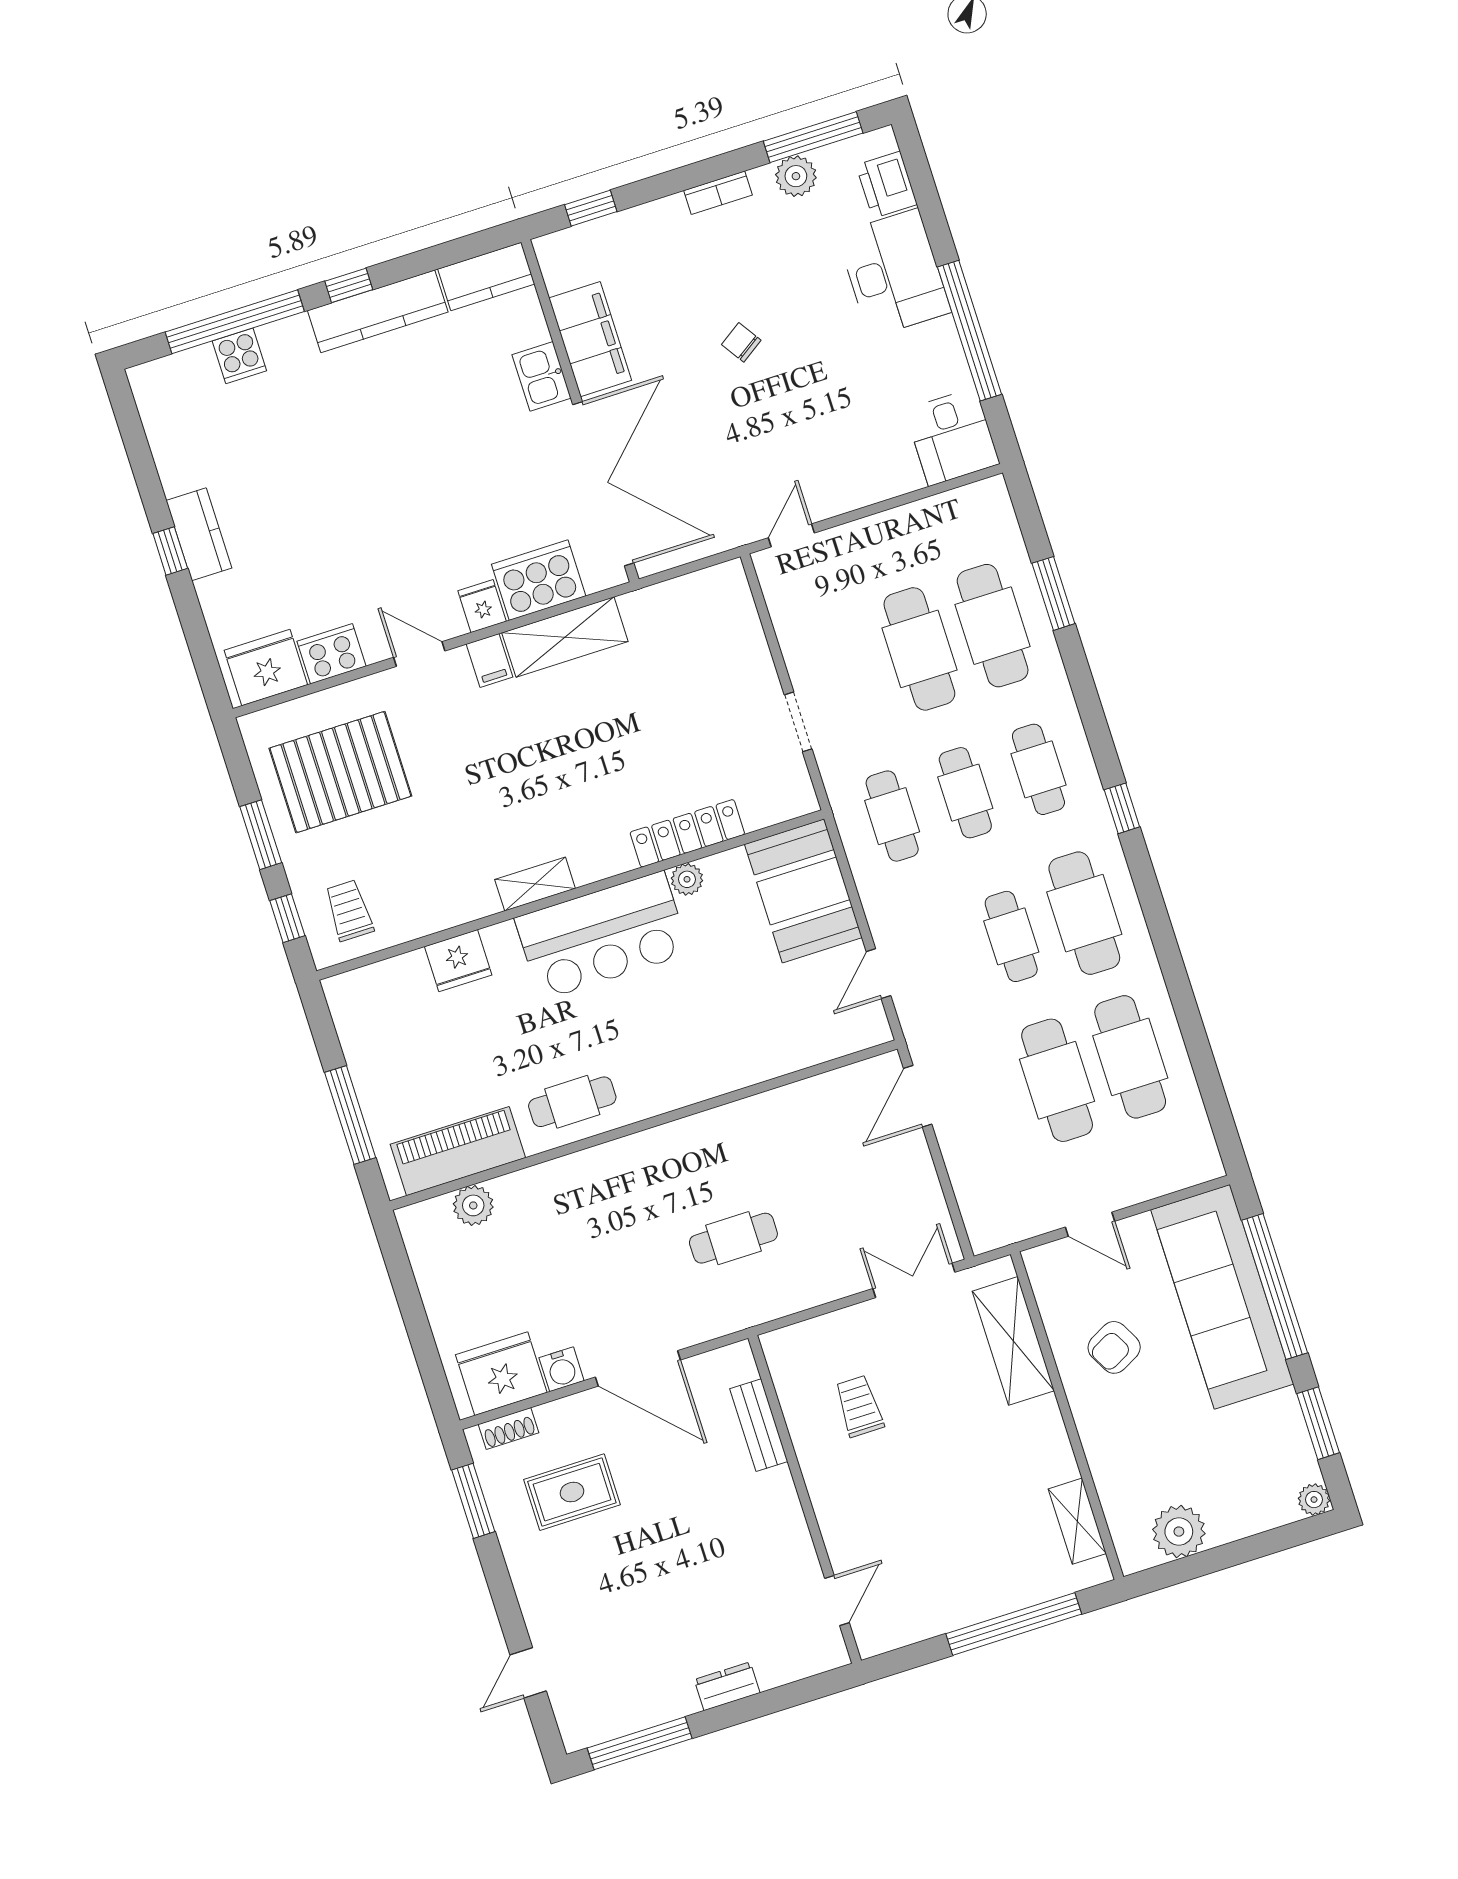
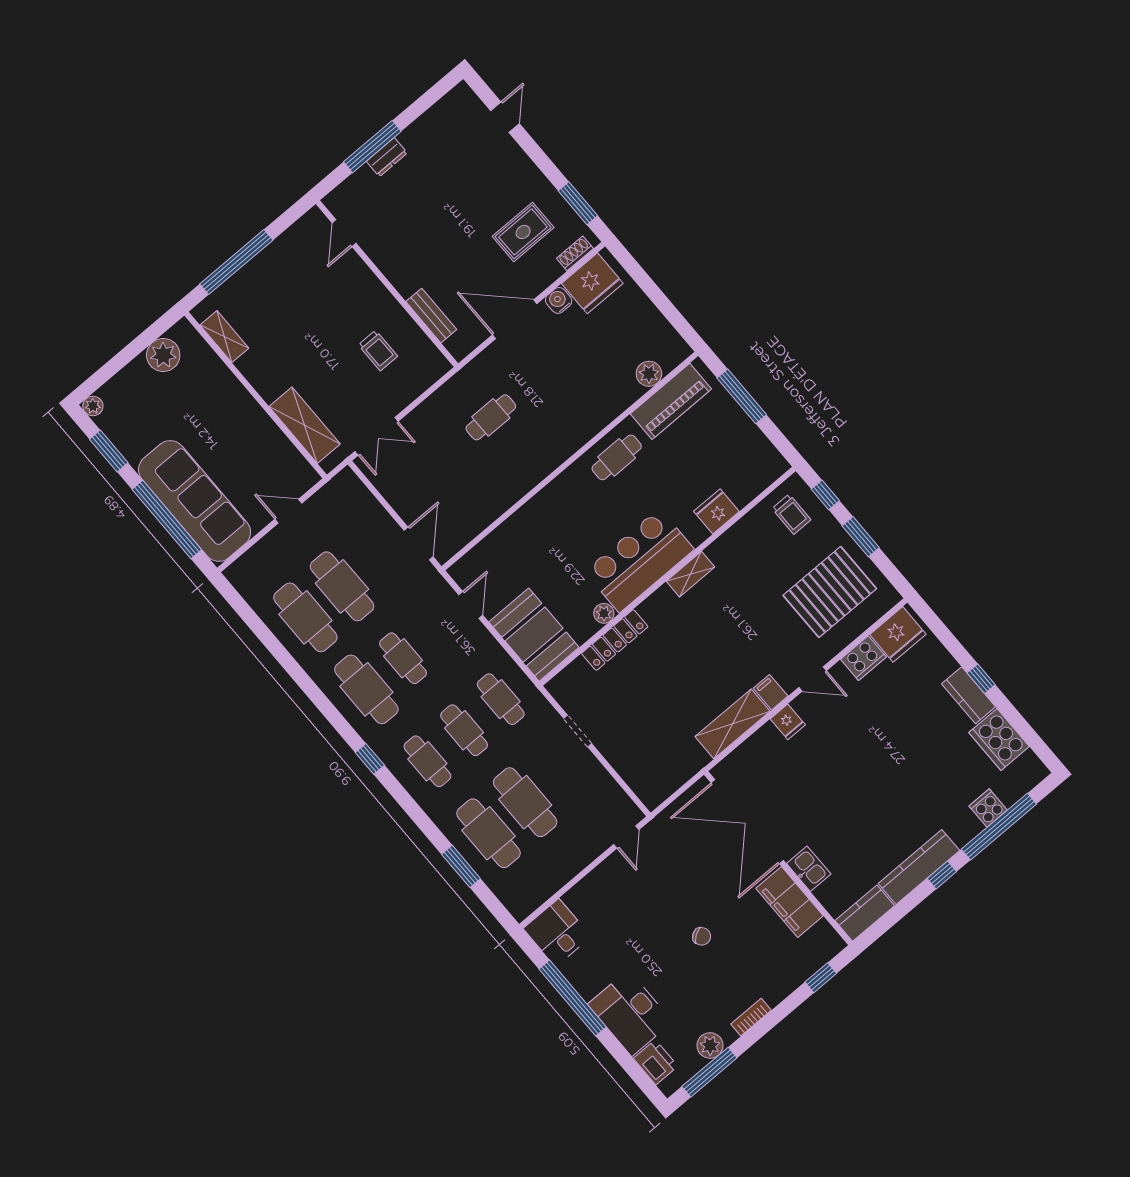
cooker: (539, 580) -> (999, 739), moved, turned 90
armchair: (1114, 1347) -> (245, 446), removed
window: (640, 1743) -> (372, 147), moved

